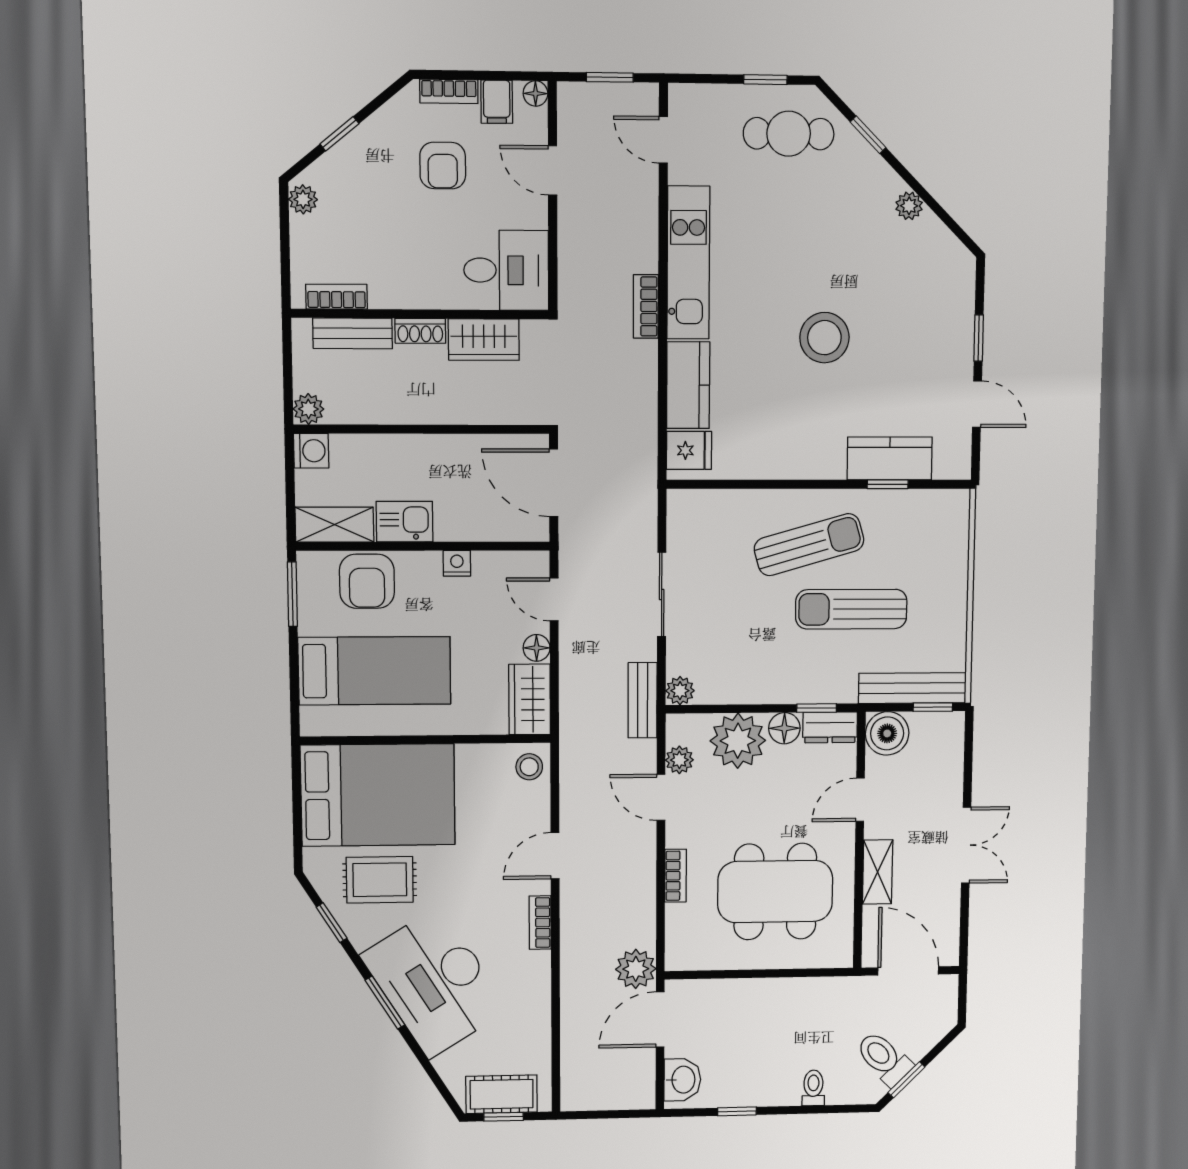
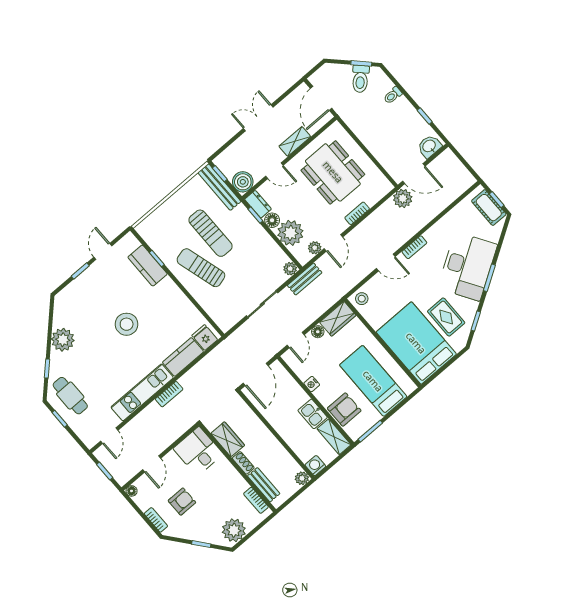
filing cabinet: (497, 102) -> (145, 501), removed
plant: (303, 199) -> (234, 530), width x1.88, depth x1.88
plant: (909, 206) -> (63, 340), width x1.88, depth x1.88

